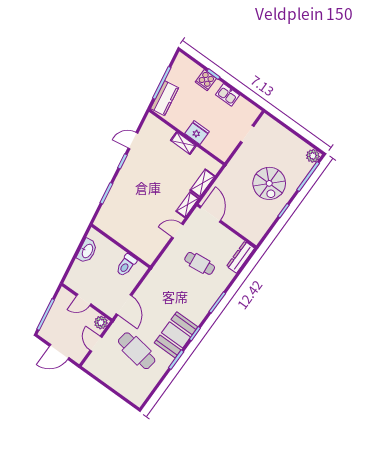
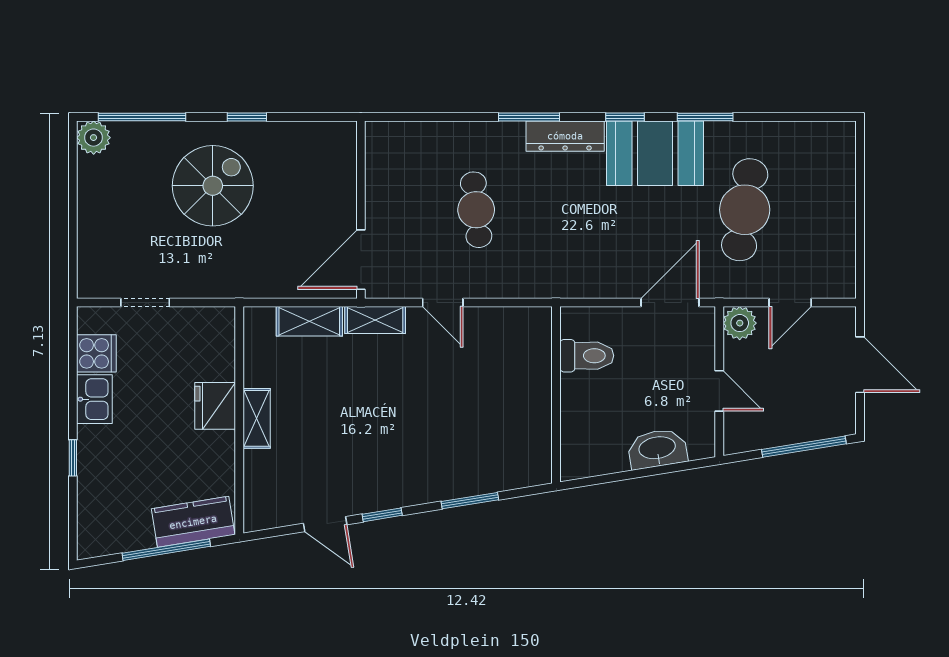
cooker: (206, 80) -> (96, 353), moved
washbasin: (87, 251) -> (657, 449), moved
dresser: (241, 257) -> (565, 136), moved

